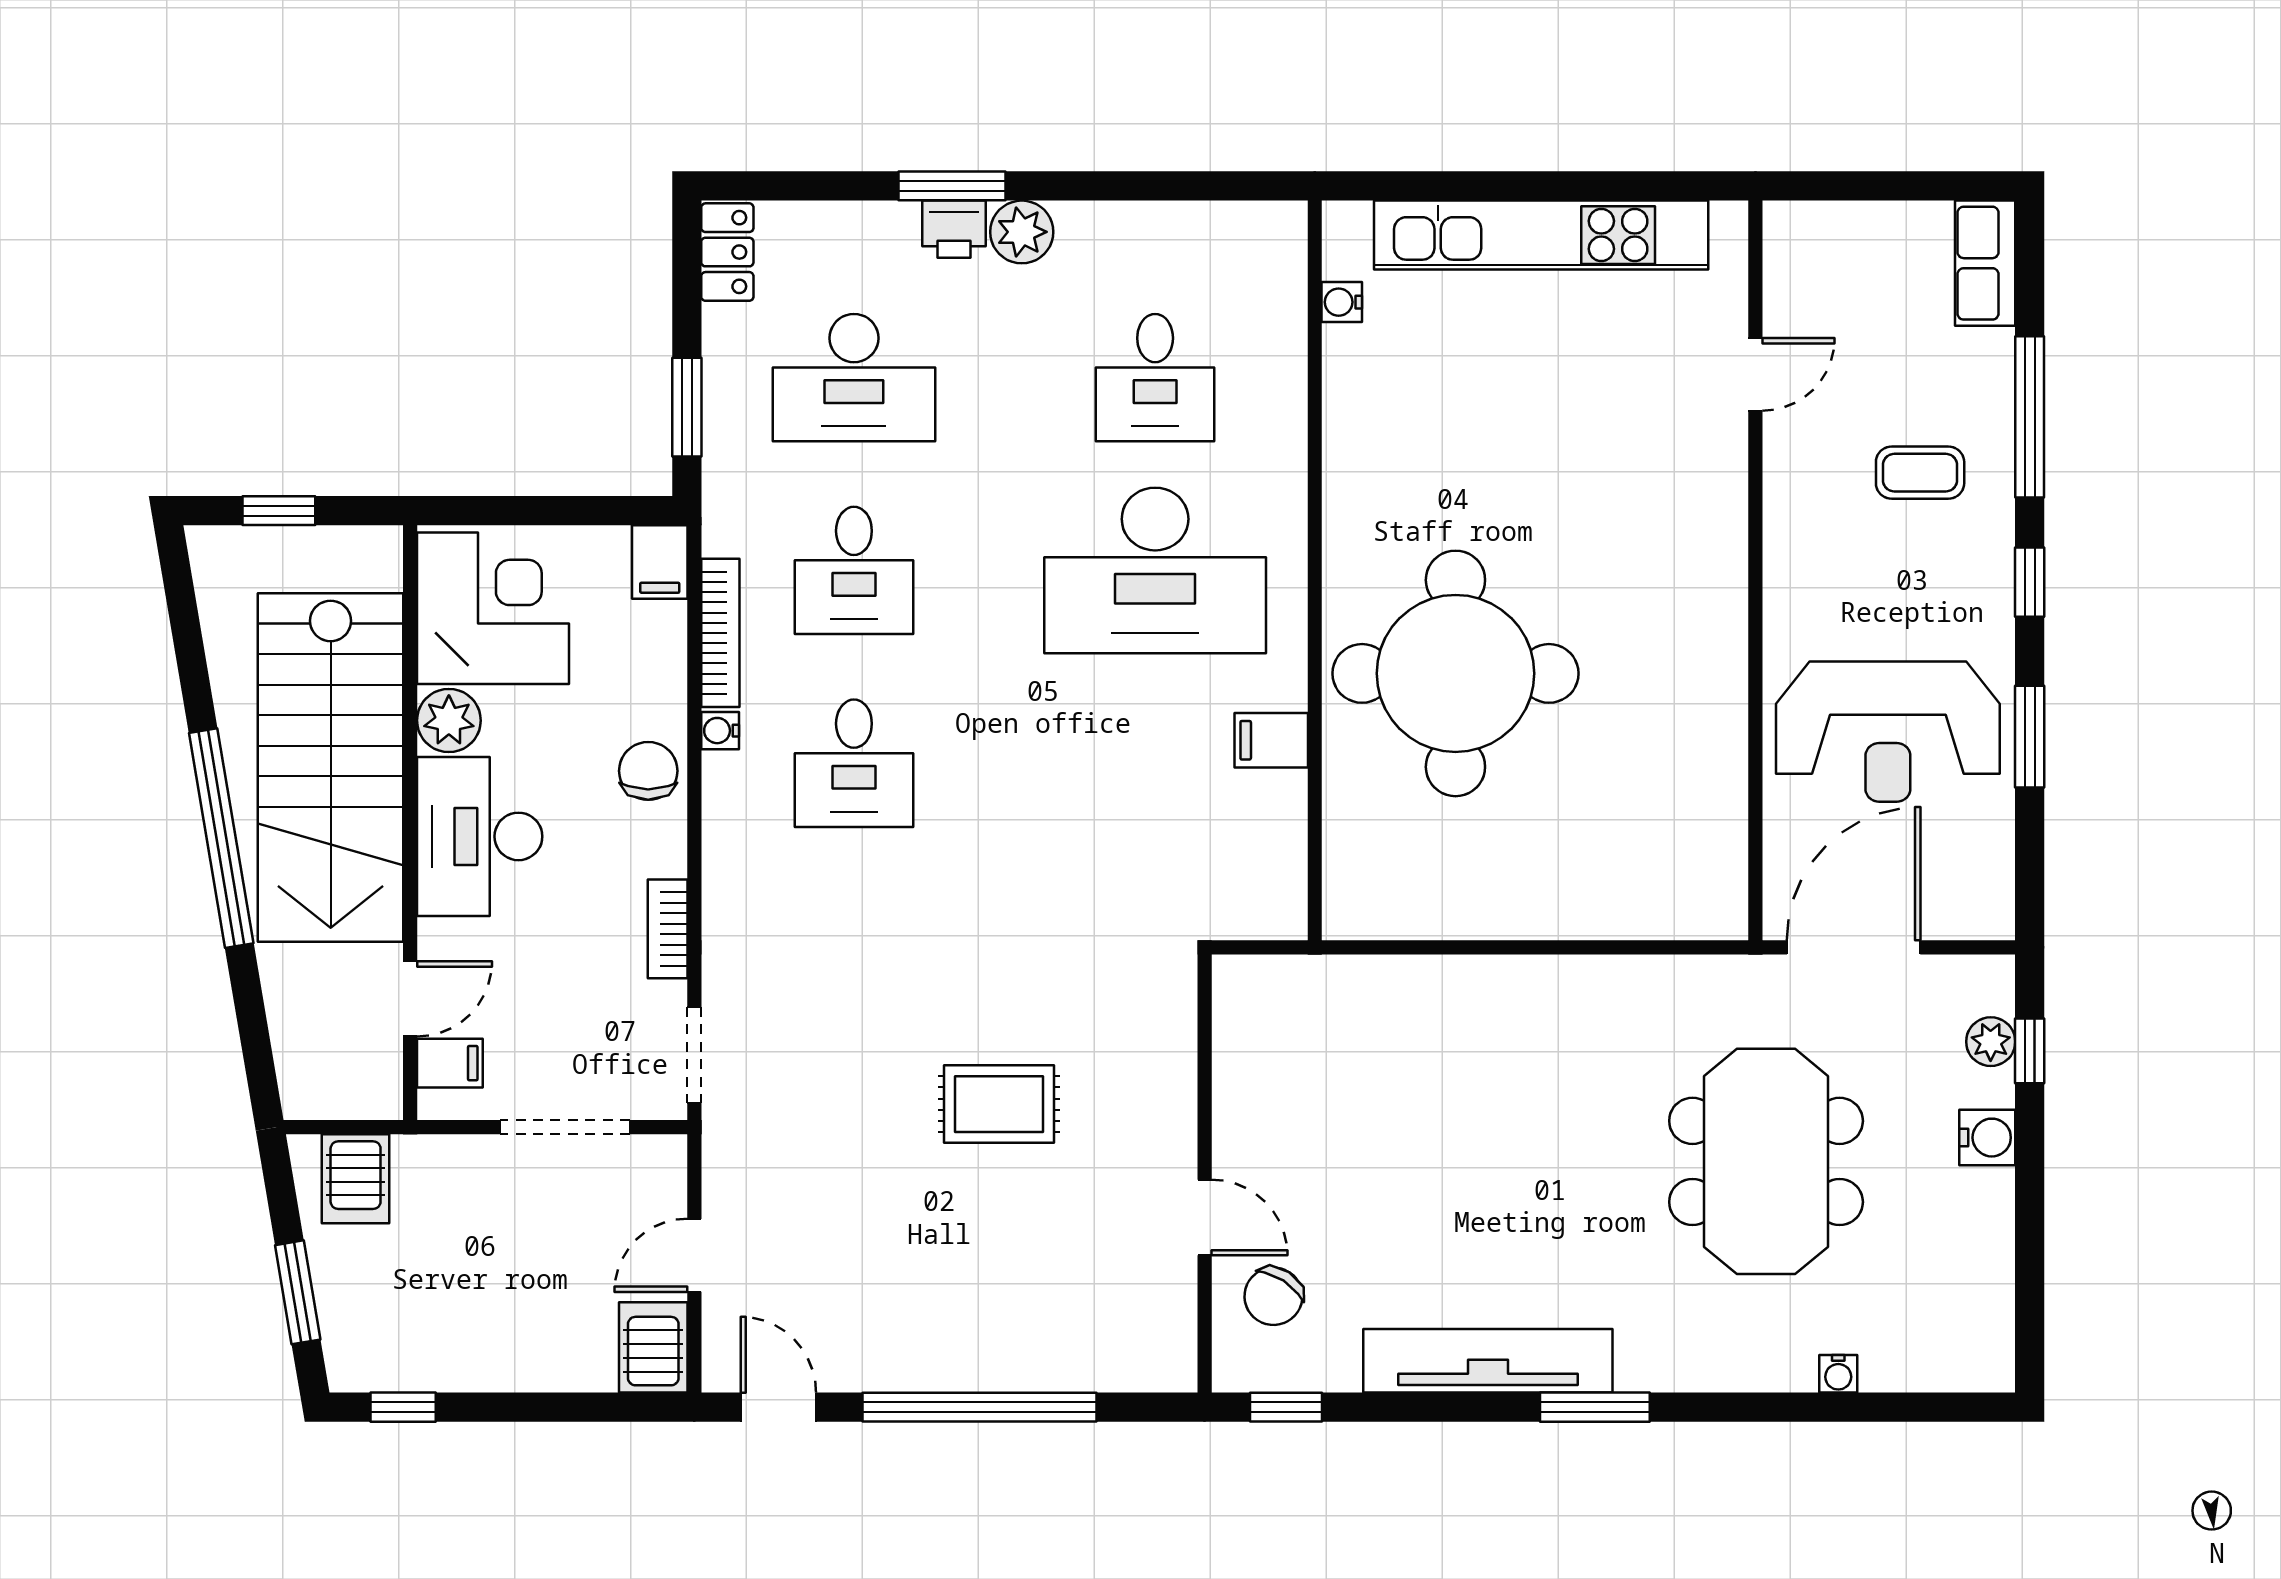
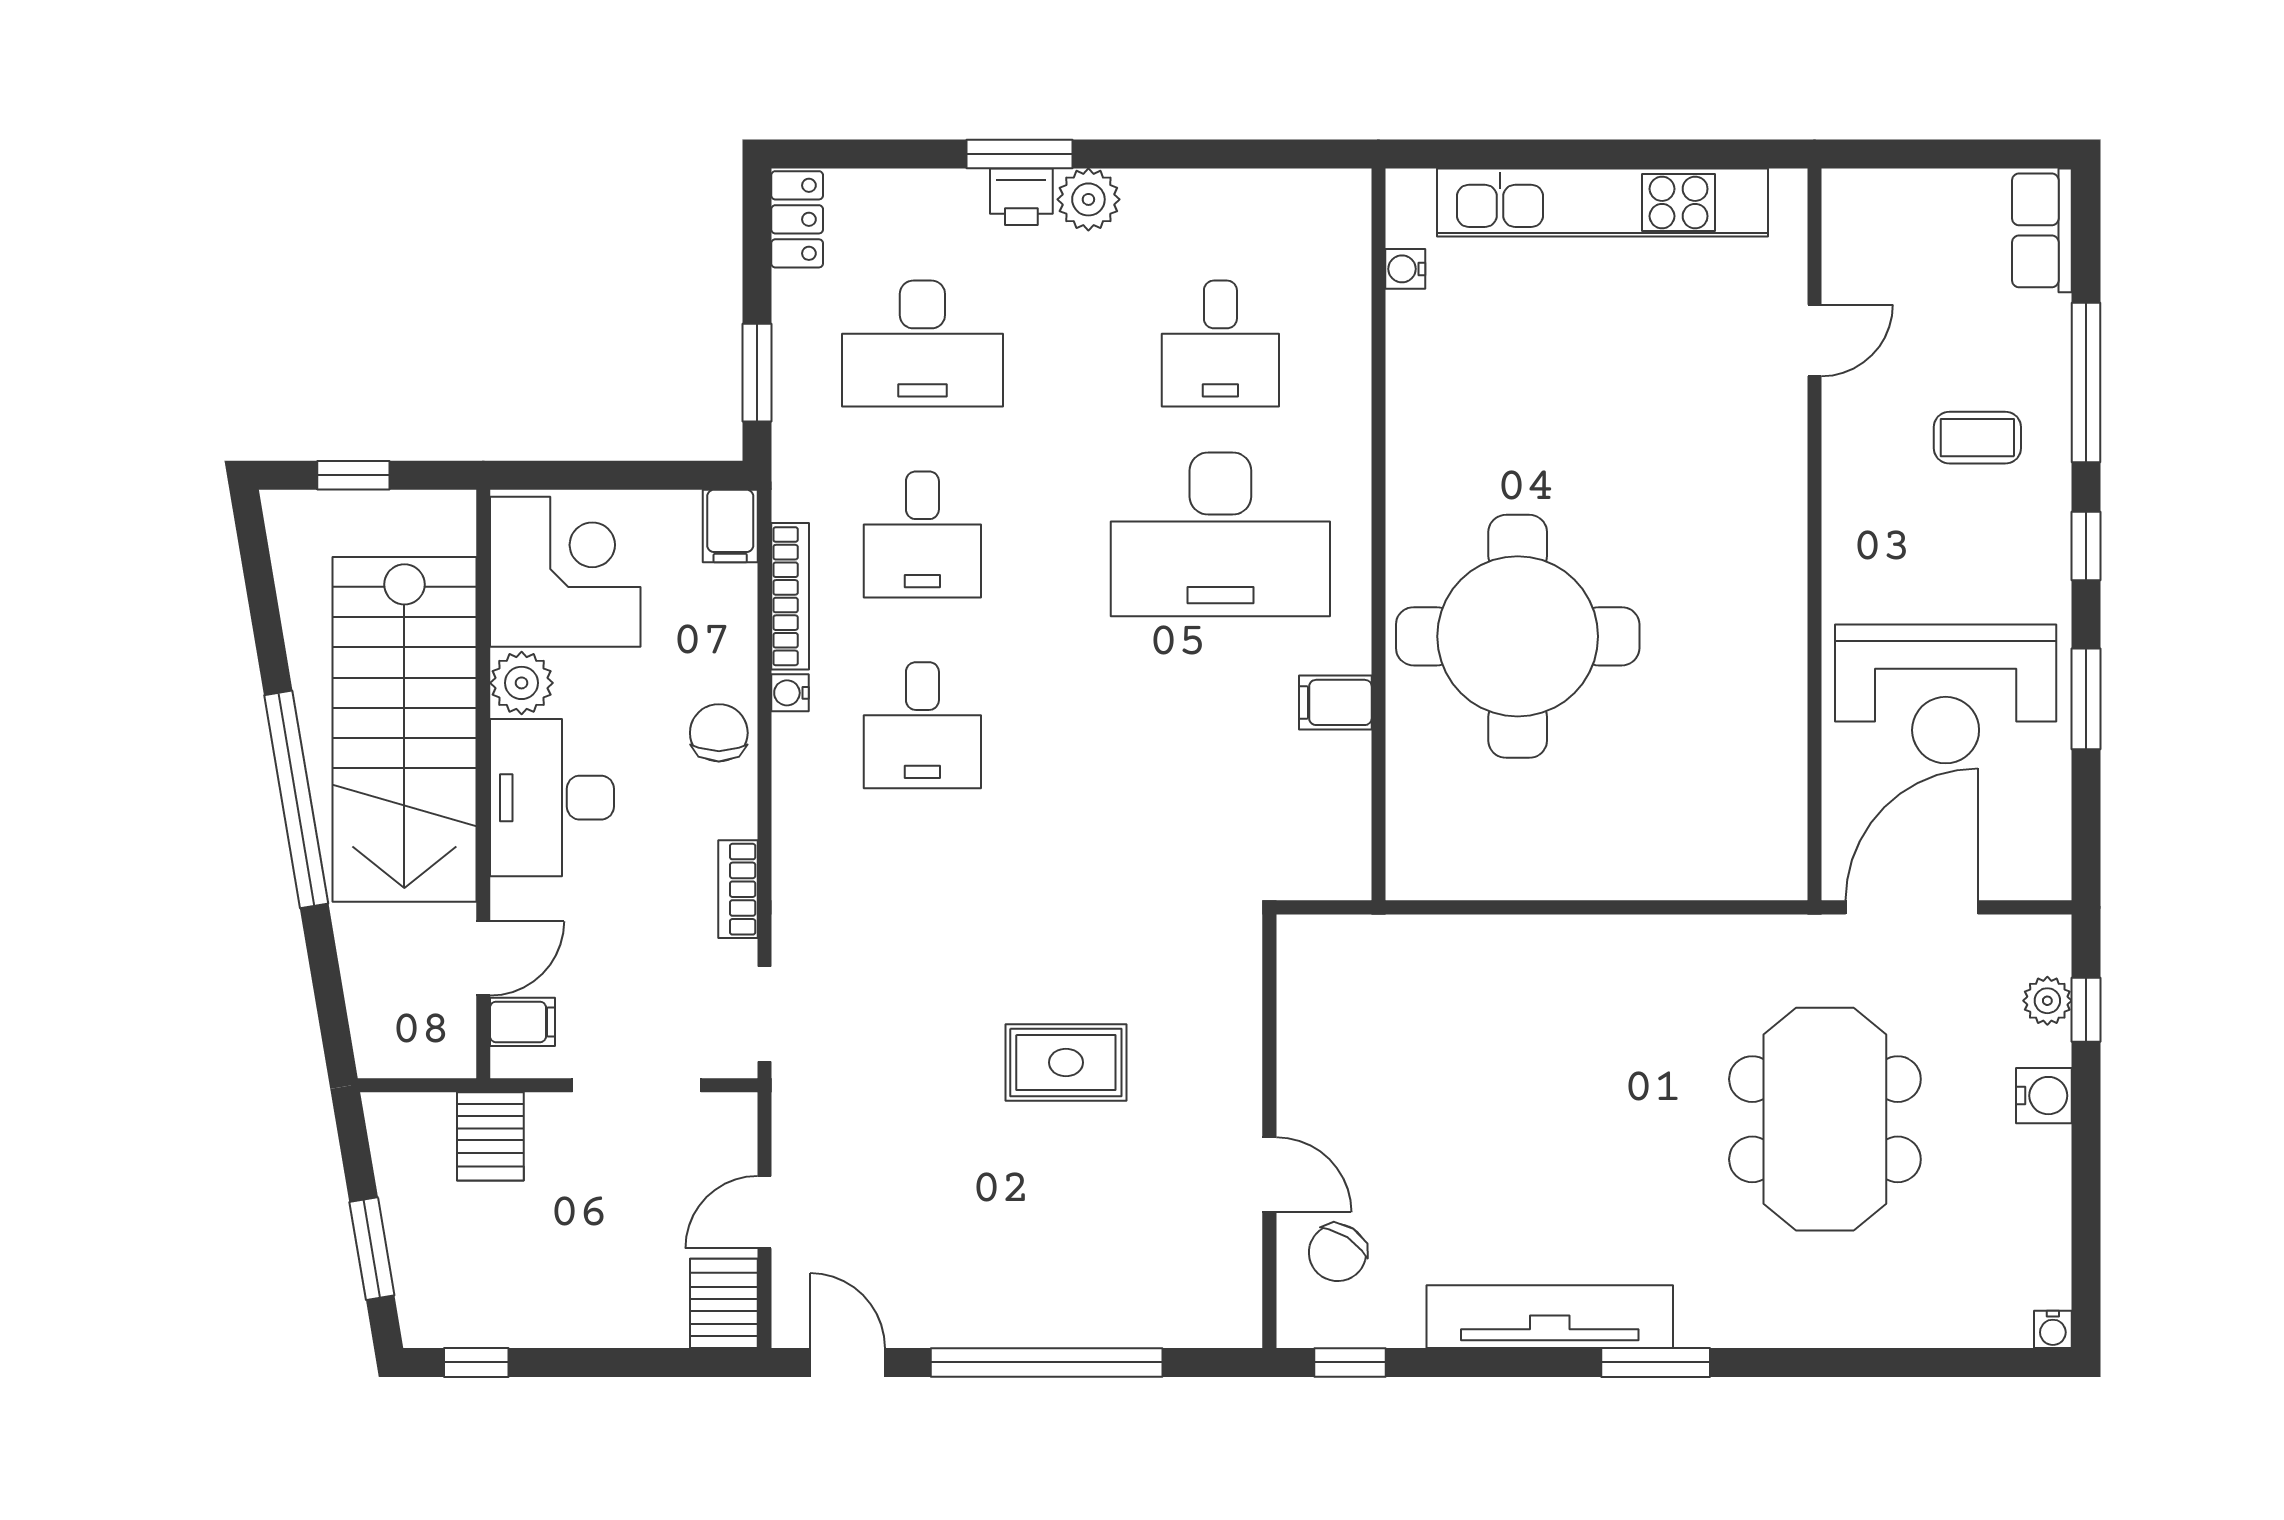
server rack: (356, 1179) -> (490, 1136), moved
water cooler: (1838, 1374) -> (2053, 1329), moved

